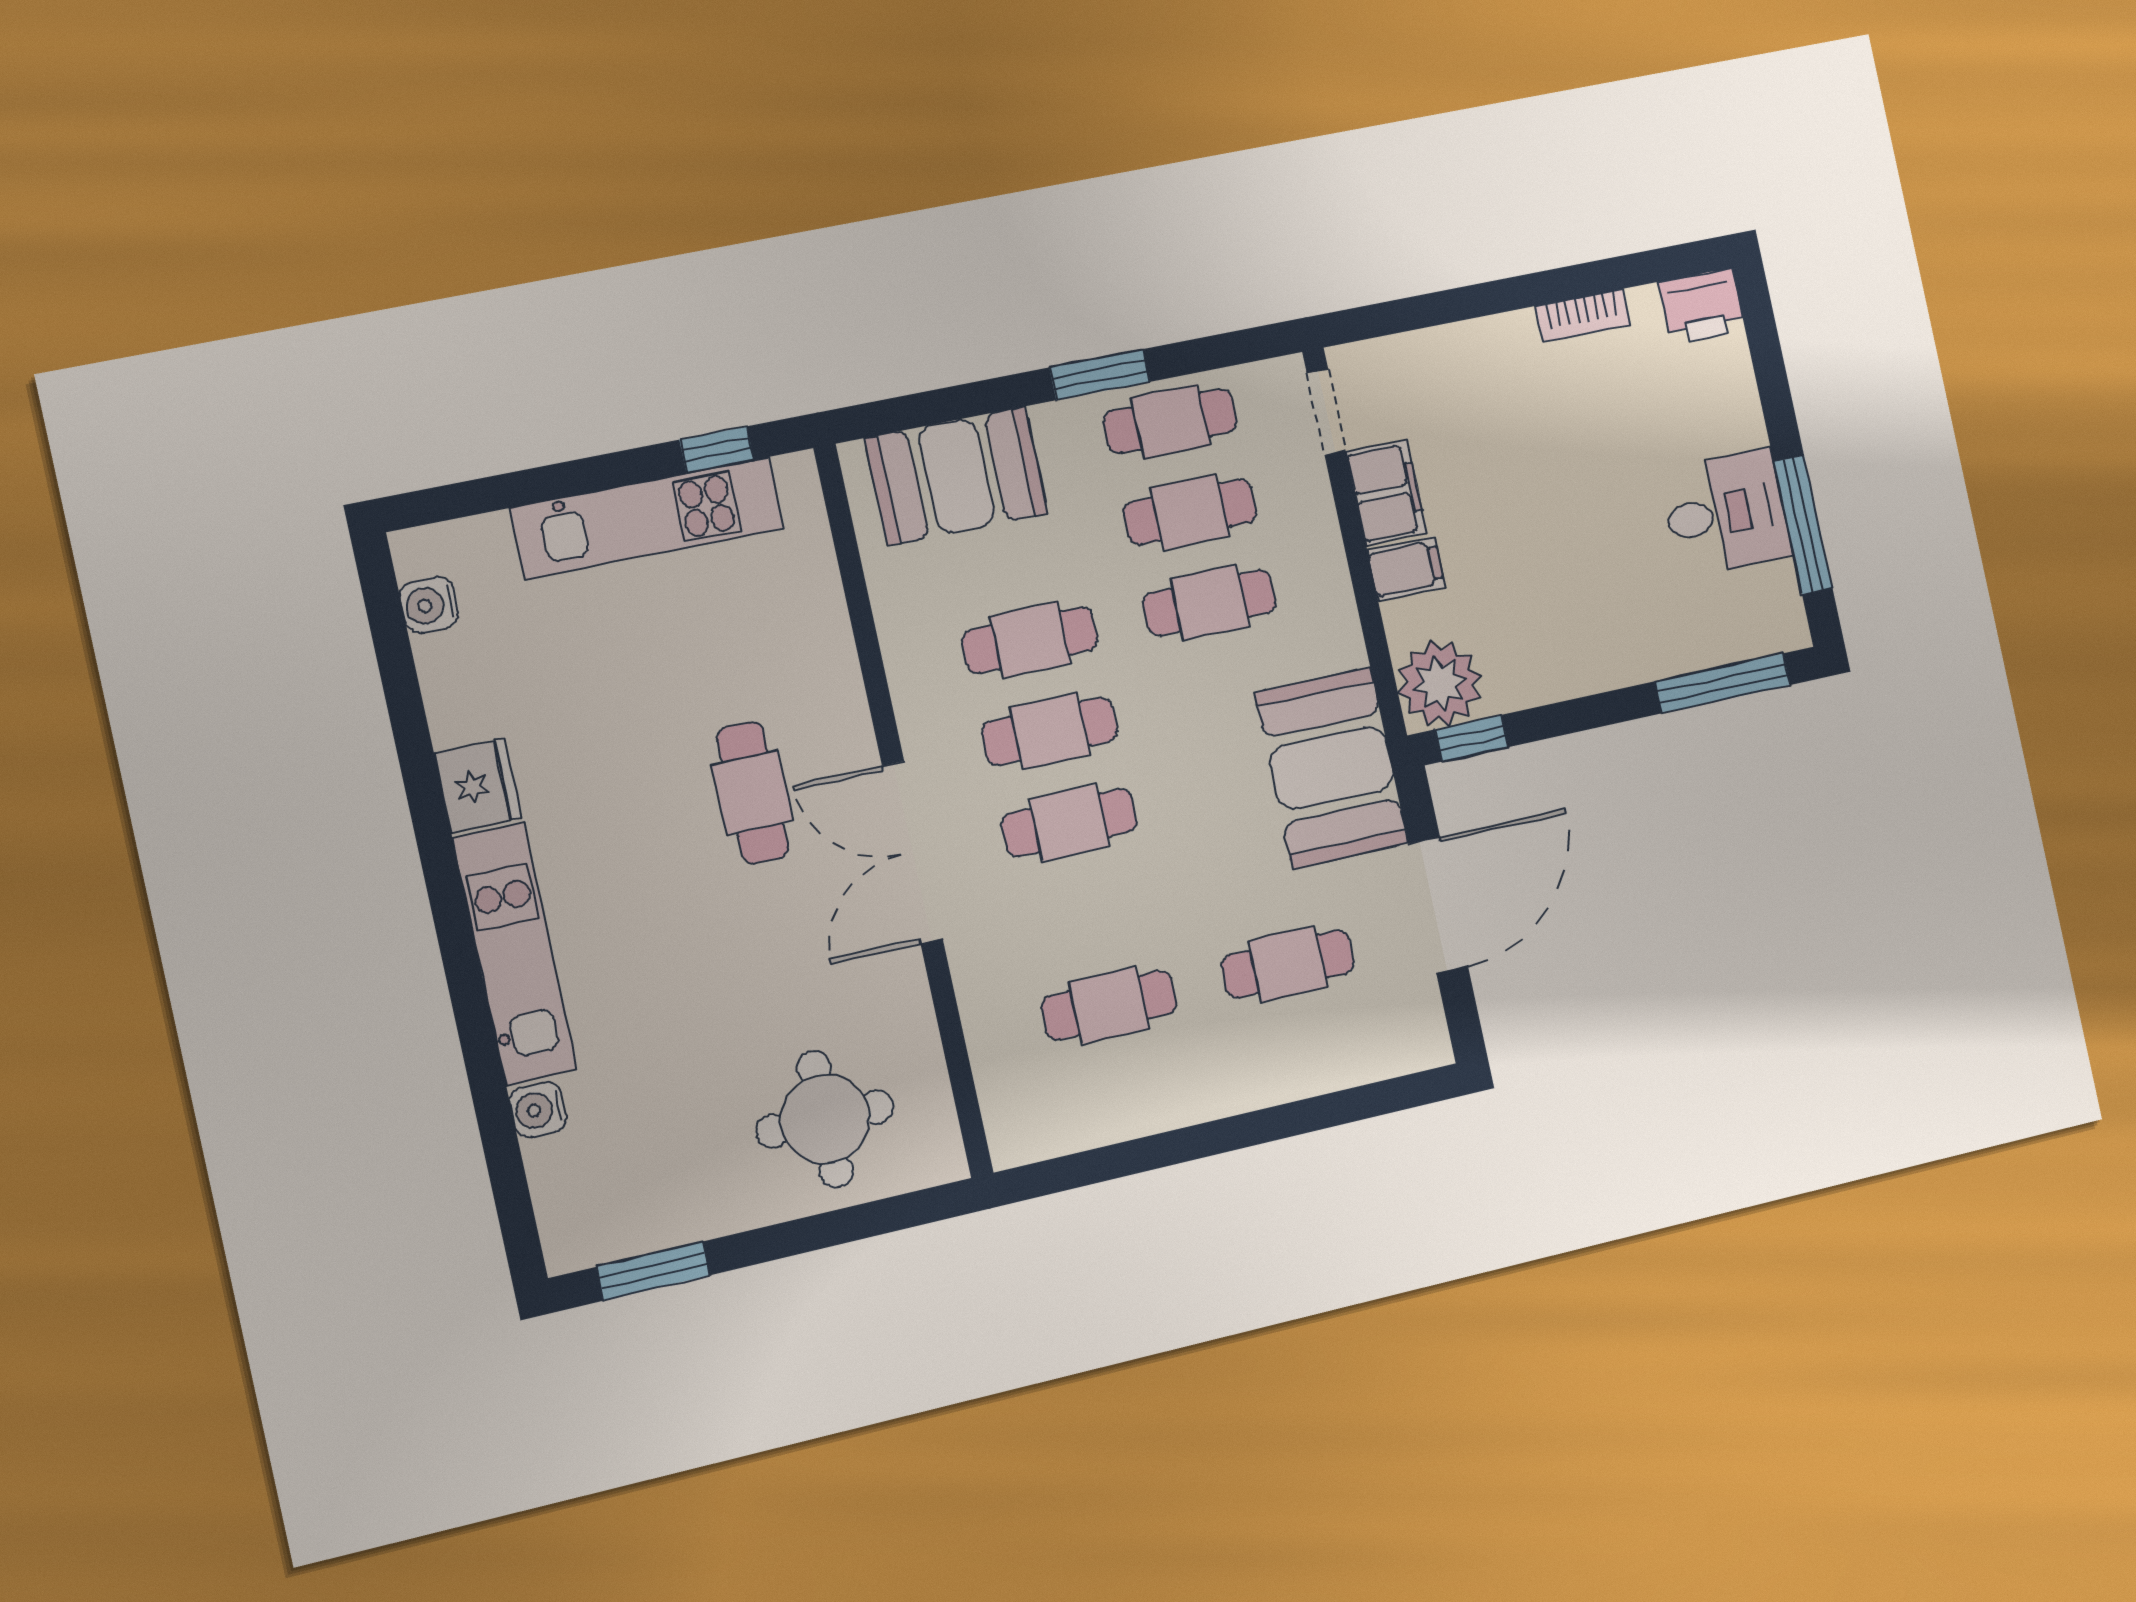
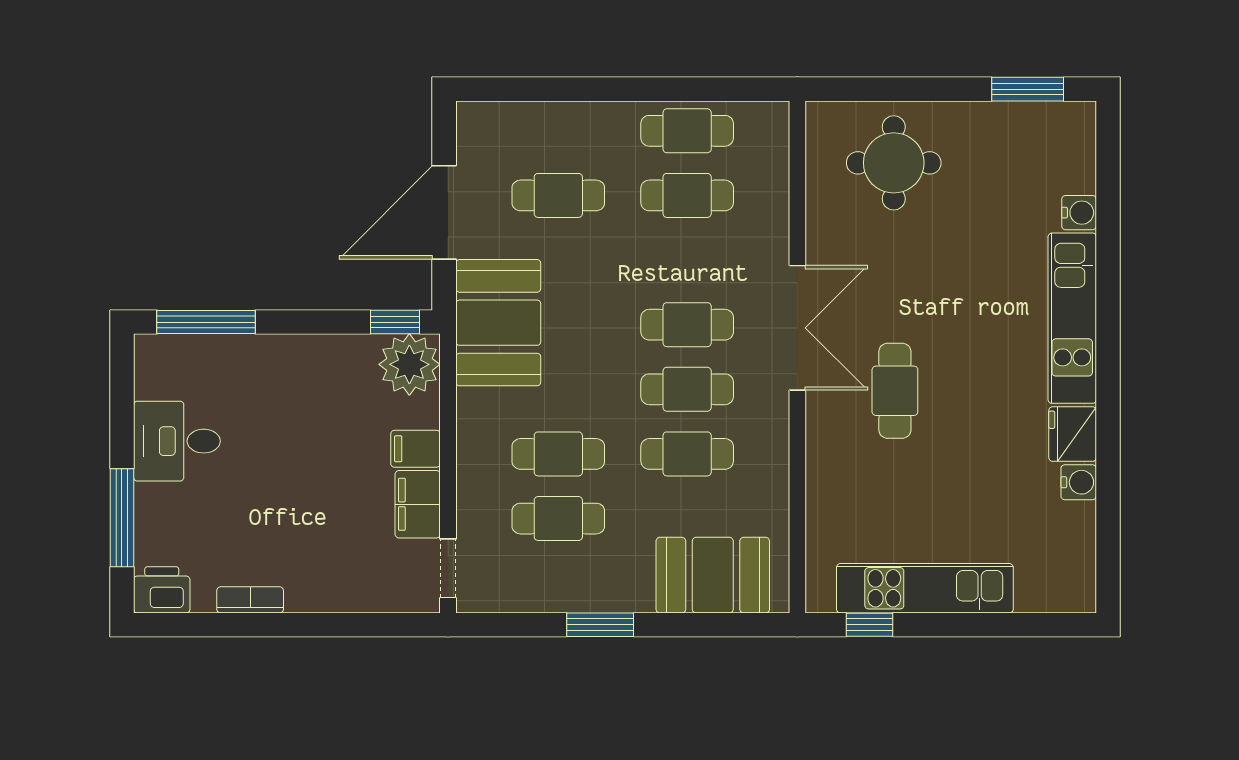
cafe table: (1170, 422) -> (687, 131), moved
window: (1803, 525) -> (122, 518), moved
water cooler: (429, 605) -> (1079, 482), moved

